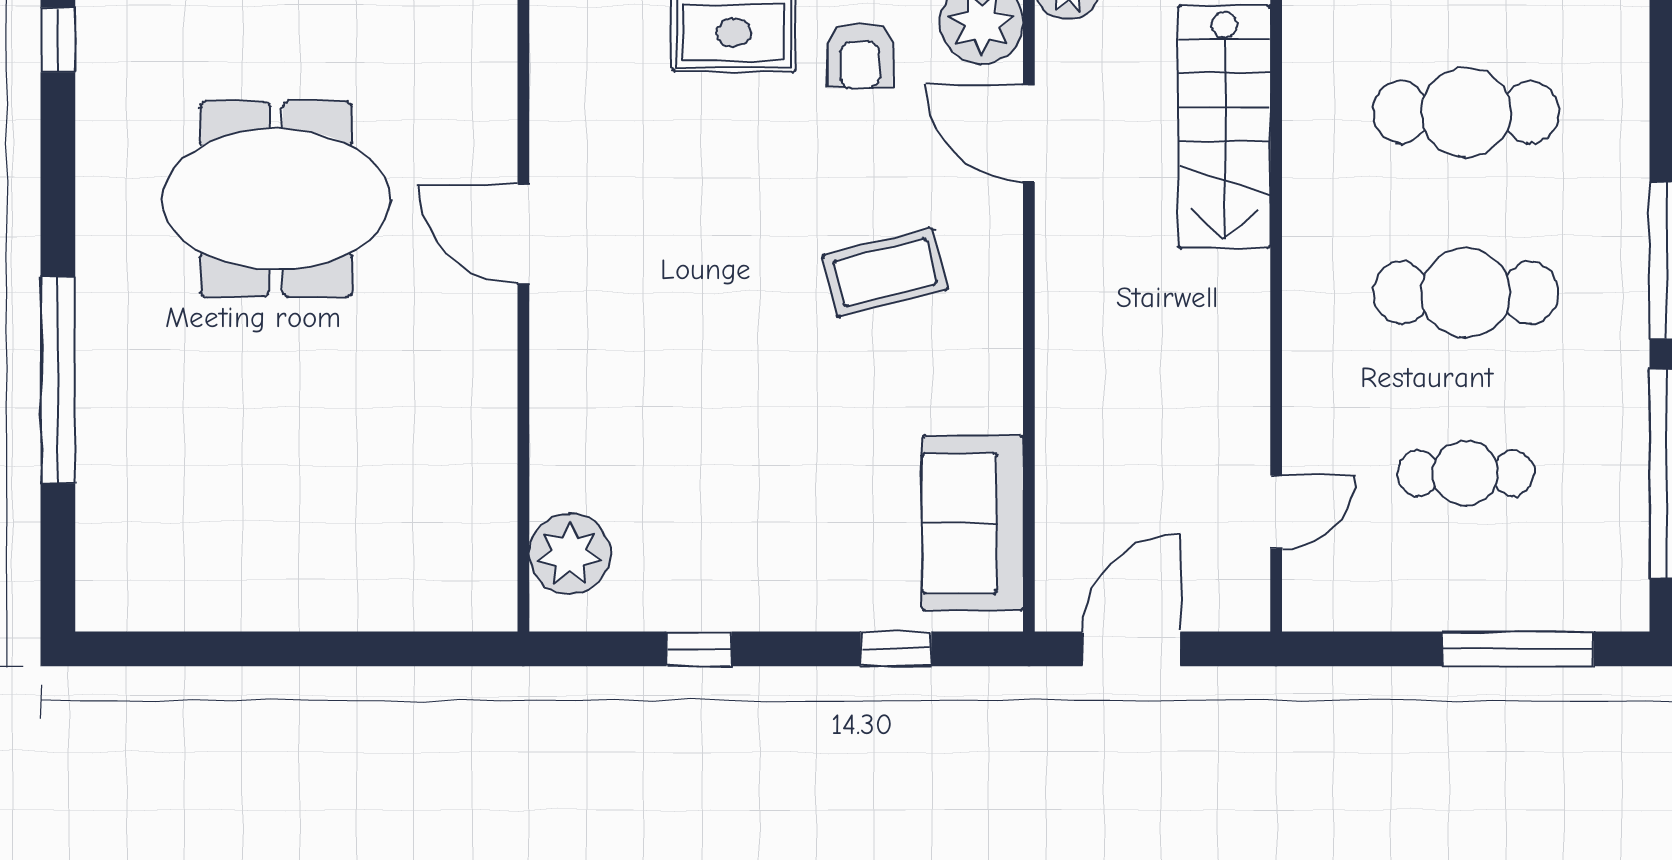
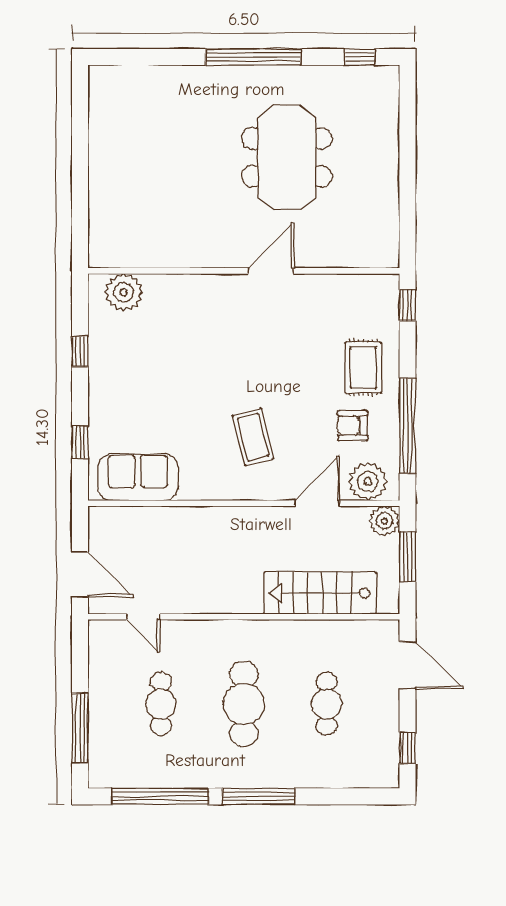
cafe table: (1466, 112) -> (327, 704), width x0.73, depth x0.74
window: (58, 380) -> (253, 57), moved
door: (1131, 649) -> (80, 575), moved

